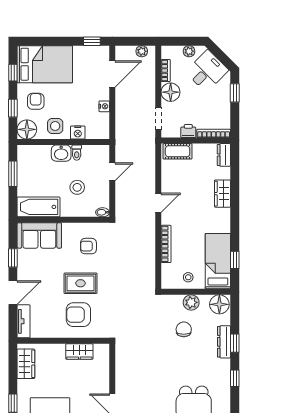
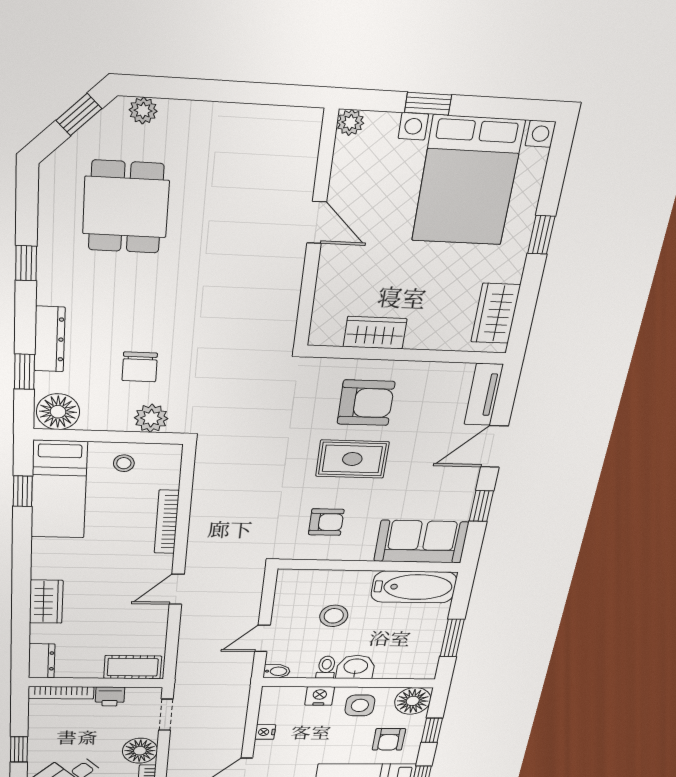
bidet: (103, 212) -> (277, 671), moved
plant: (191, 302) -> (151, 418), moved
window: (235, 343) -> (24, 372), moved

